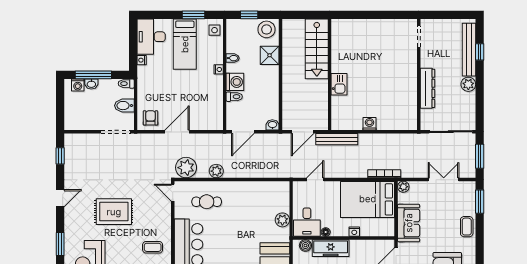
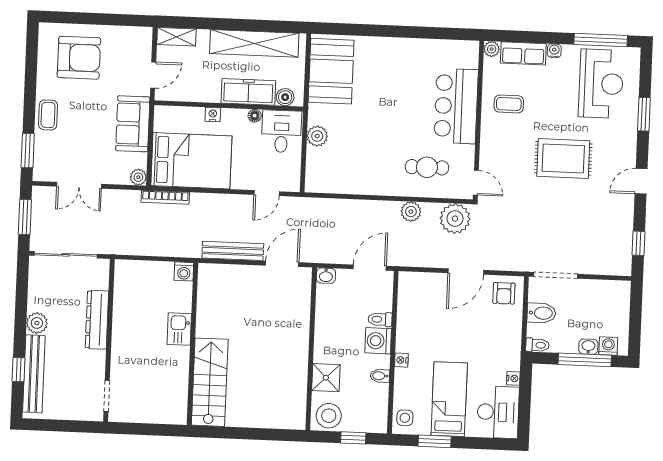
stairs: (317, 49) -> (210, 382), moved
wall: (330, 75) -> (193, 344), moved
kitchen sink: (339, 84) -> (179, 329), moved

